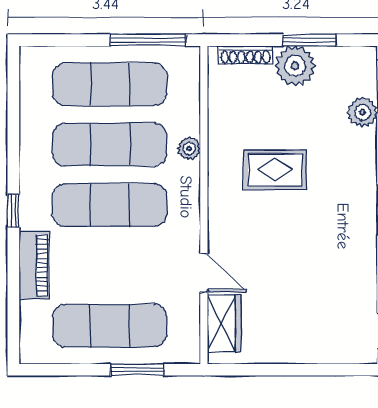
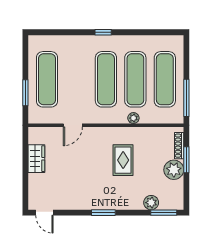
window: (309, 40) -> (186, 160), moved
piano: (34, 265) -> (76, 42), removed
wardrobe: (224, 323) -> (36, 159), moved, turned -90

